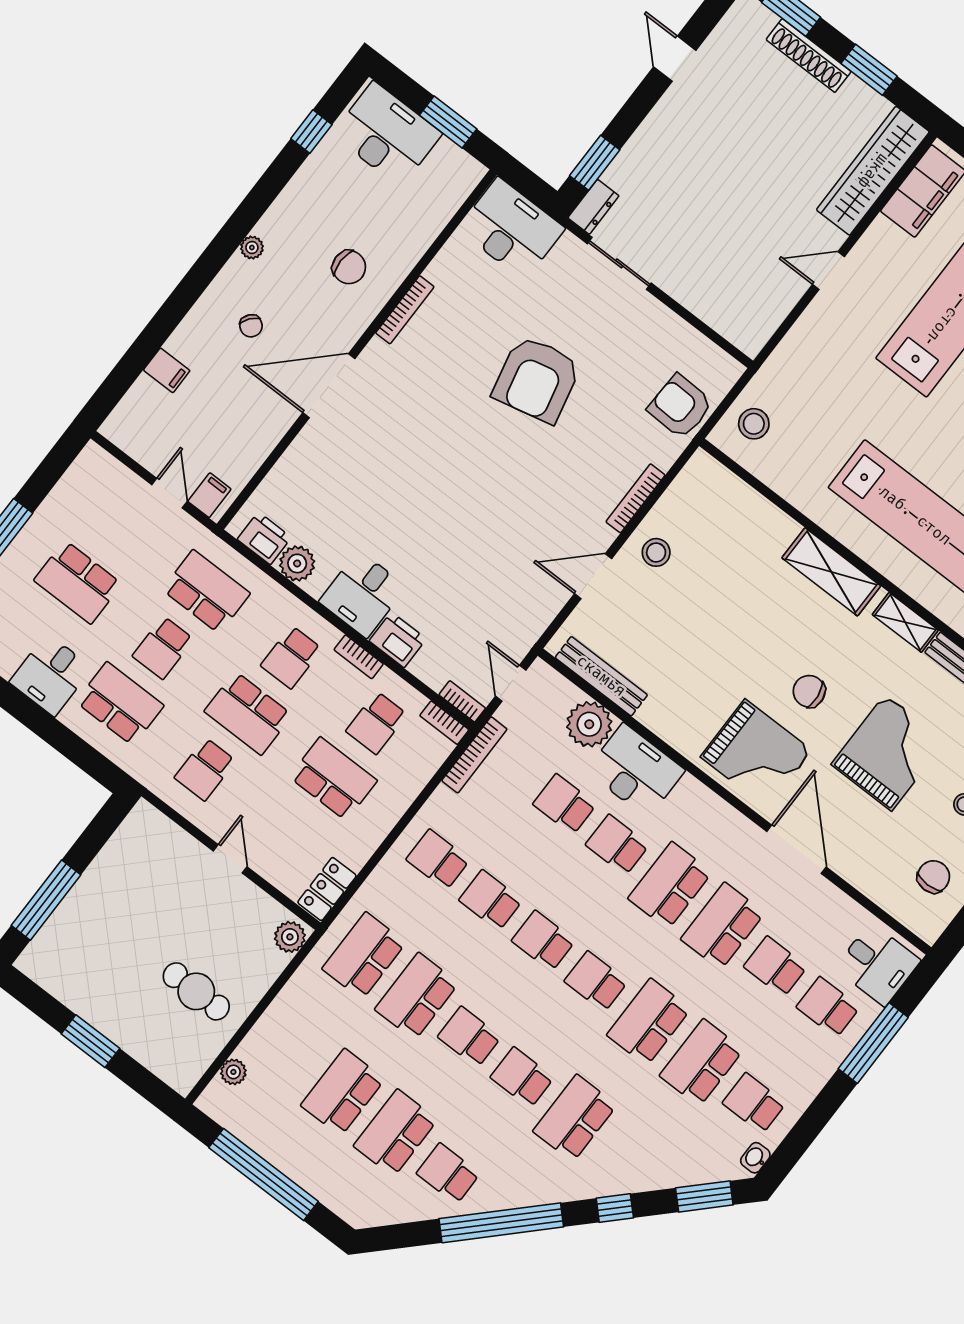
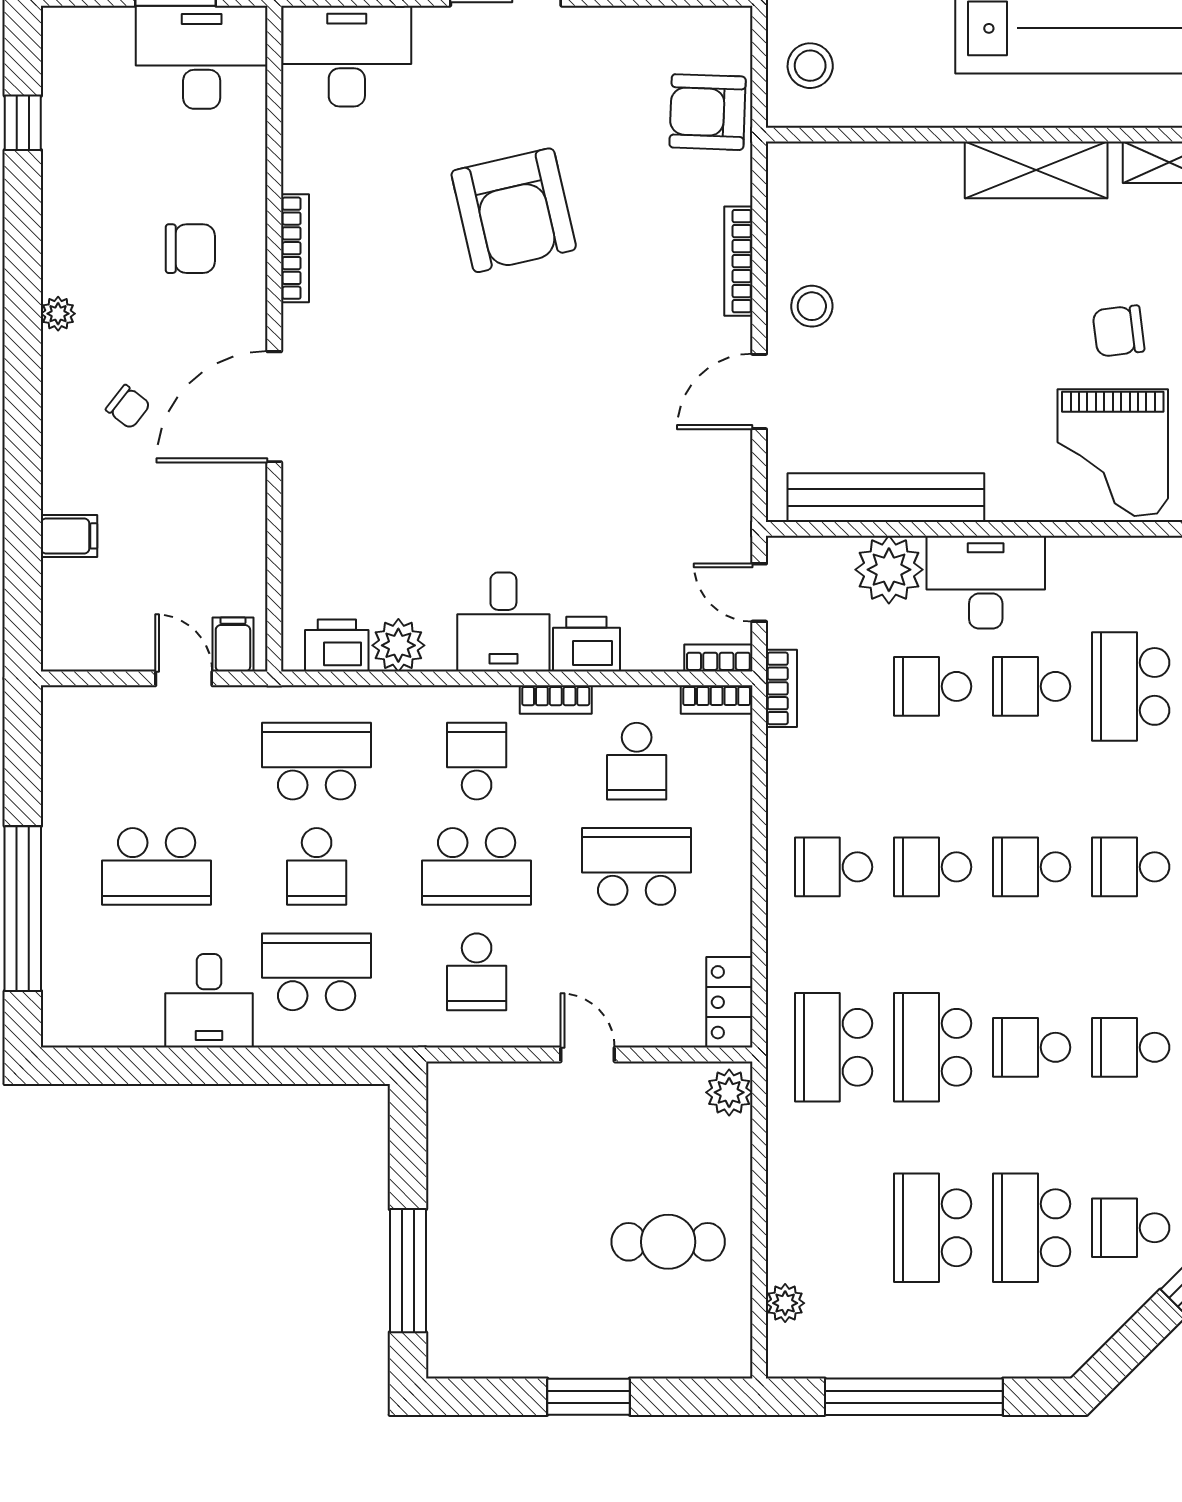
desk: (387, 134) -> (202, 57), moved
school desk: (291, 657) -> (477, 761), turned 180
bench: (601, 676) -> (886, 498), width x1.37, depth x1.21
grand piano: (756, 754) -> (1113, 453), turned 90
bookcase: (474, 755) -> (781, 688), width x0.64

